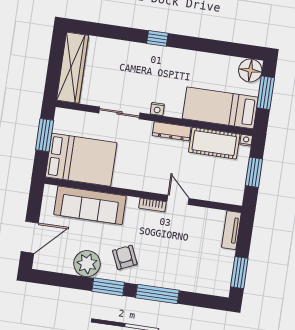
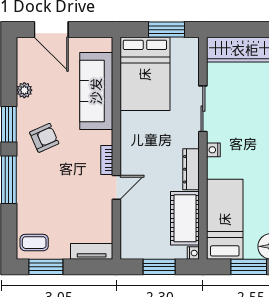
plant: (87, 264) -> (24, 90), width x0.53, depth x0.53
coffee table: (216, 280) -> (34, 243), added

